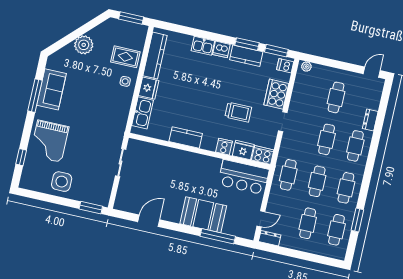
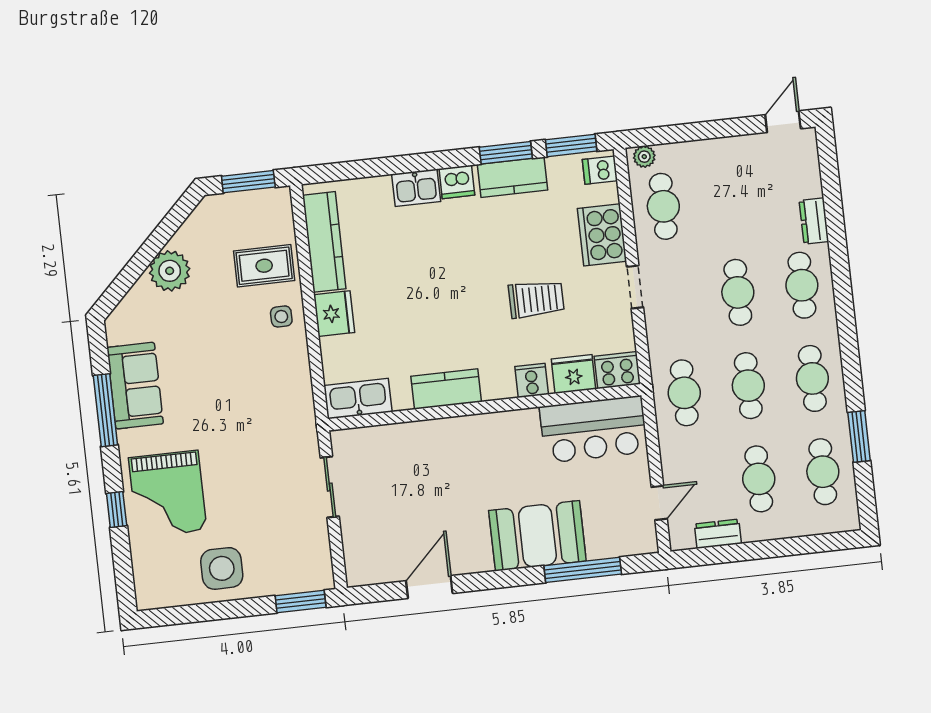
cafe table: (336, 97) -> (663, 206), moved
kitchen sink: (142, 113) -> (358, 399), moved, turned -90
window: (21, 157) -> (117, 509), moved
dresser: (270, 238) -> (718, 534), moved

